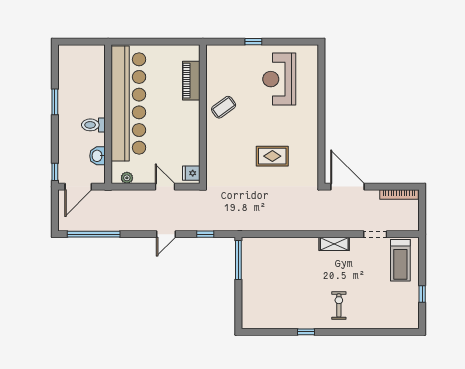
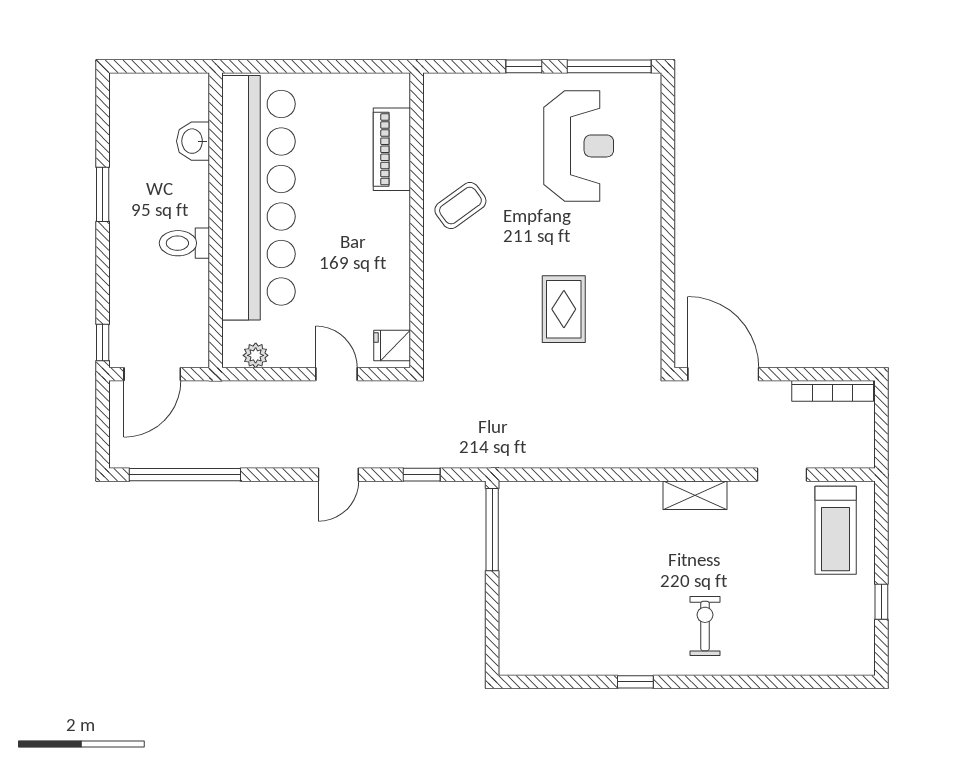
window: (294, 42) -> (609, 66), added
reception desk: (279, 79) -> (579, 146), turned 180
washbasin: (97, 156) -> (193, 141), moved
rug: (272, 156) -> (564, 309), turned 90

